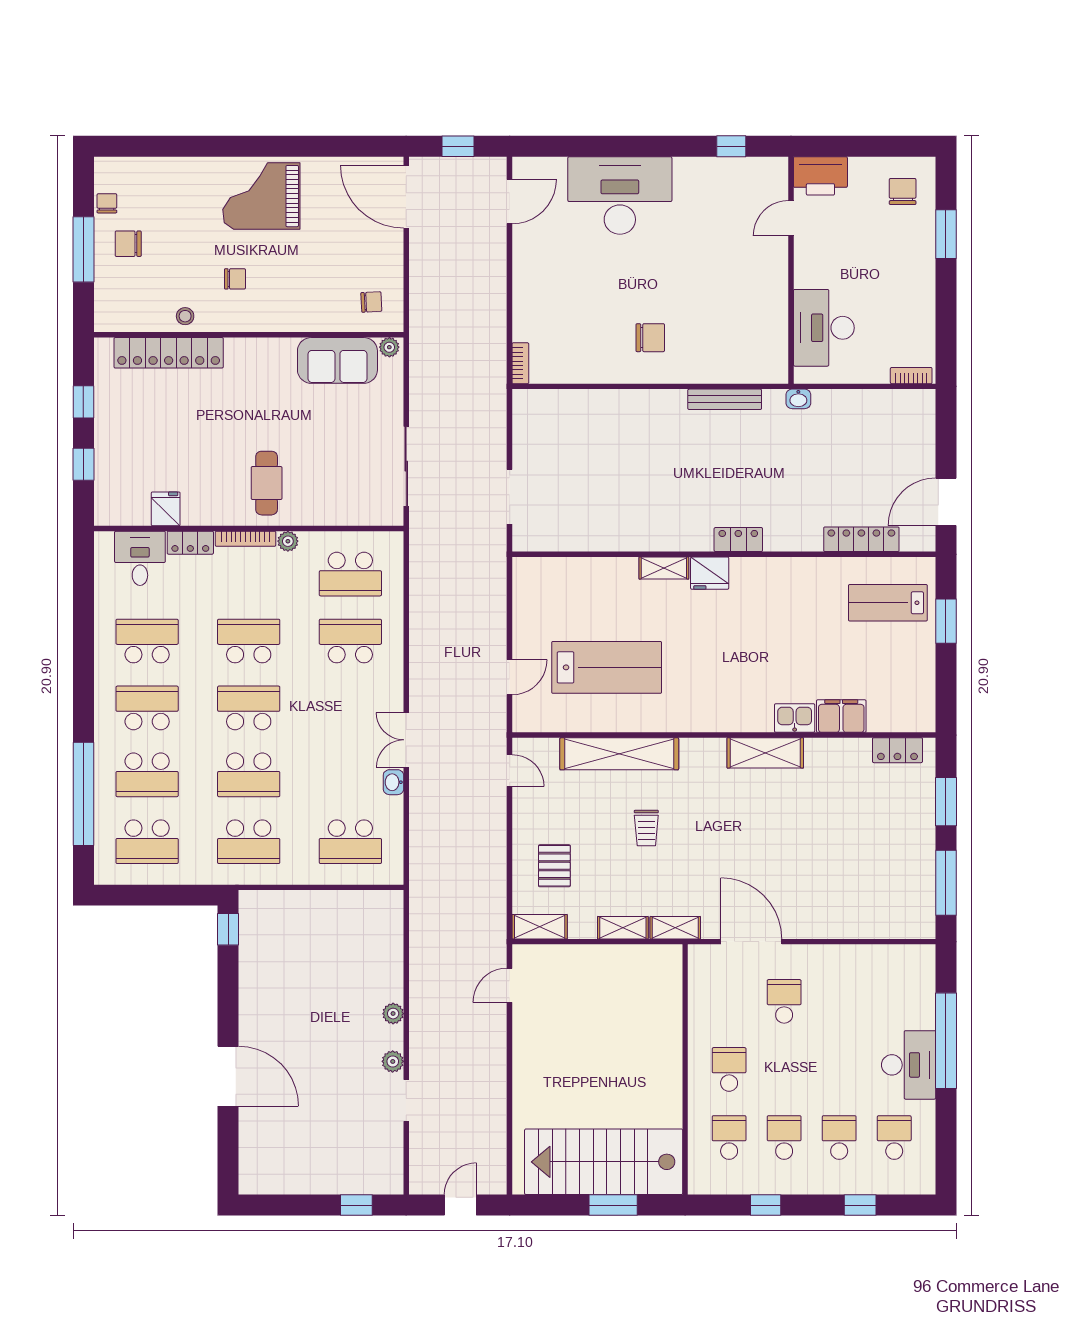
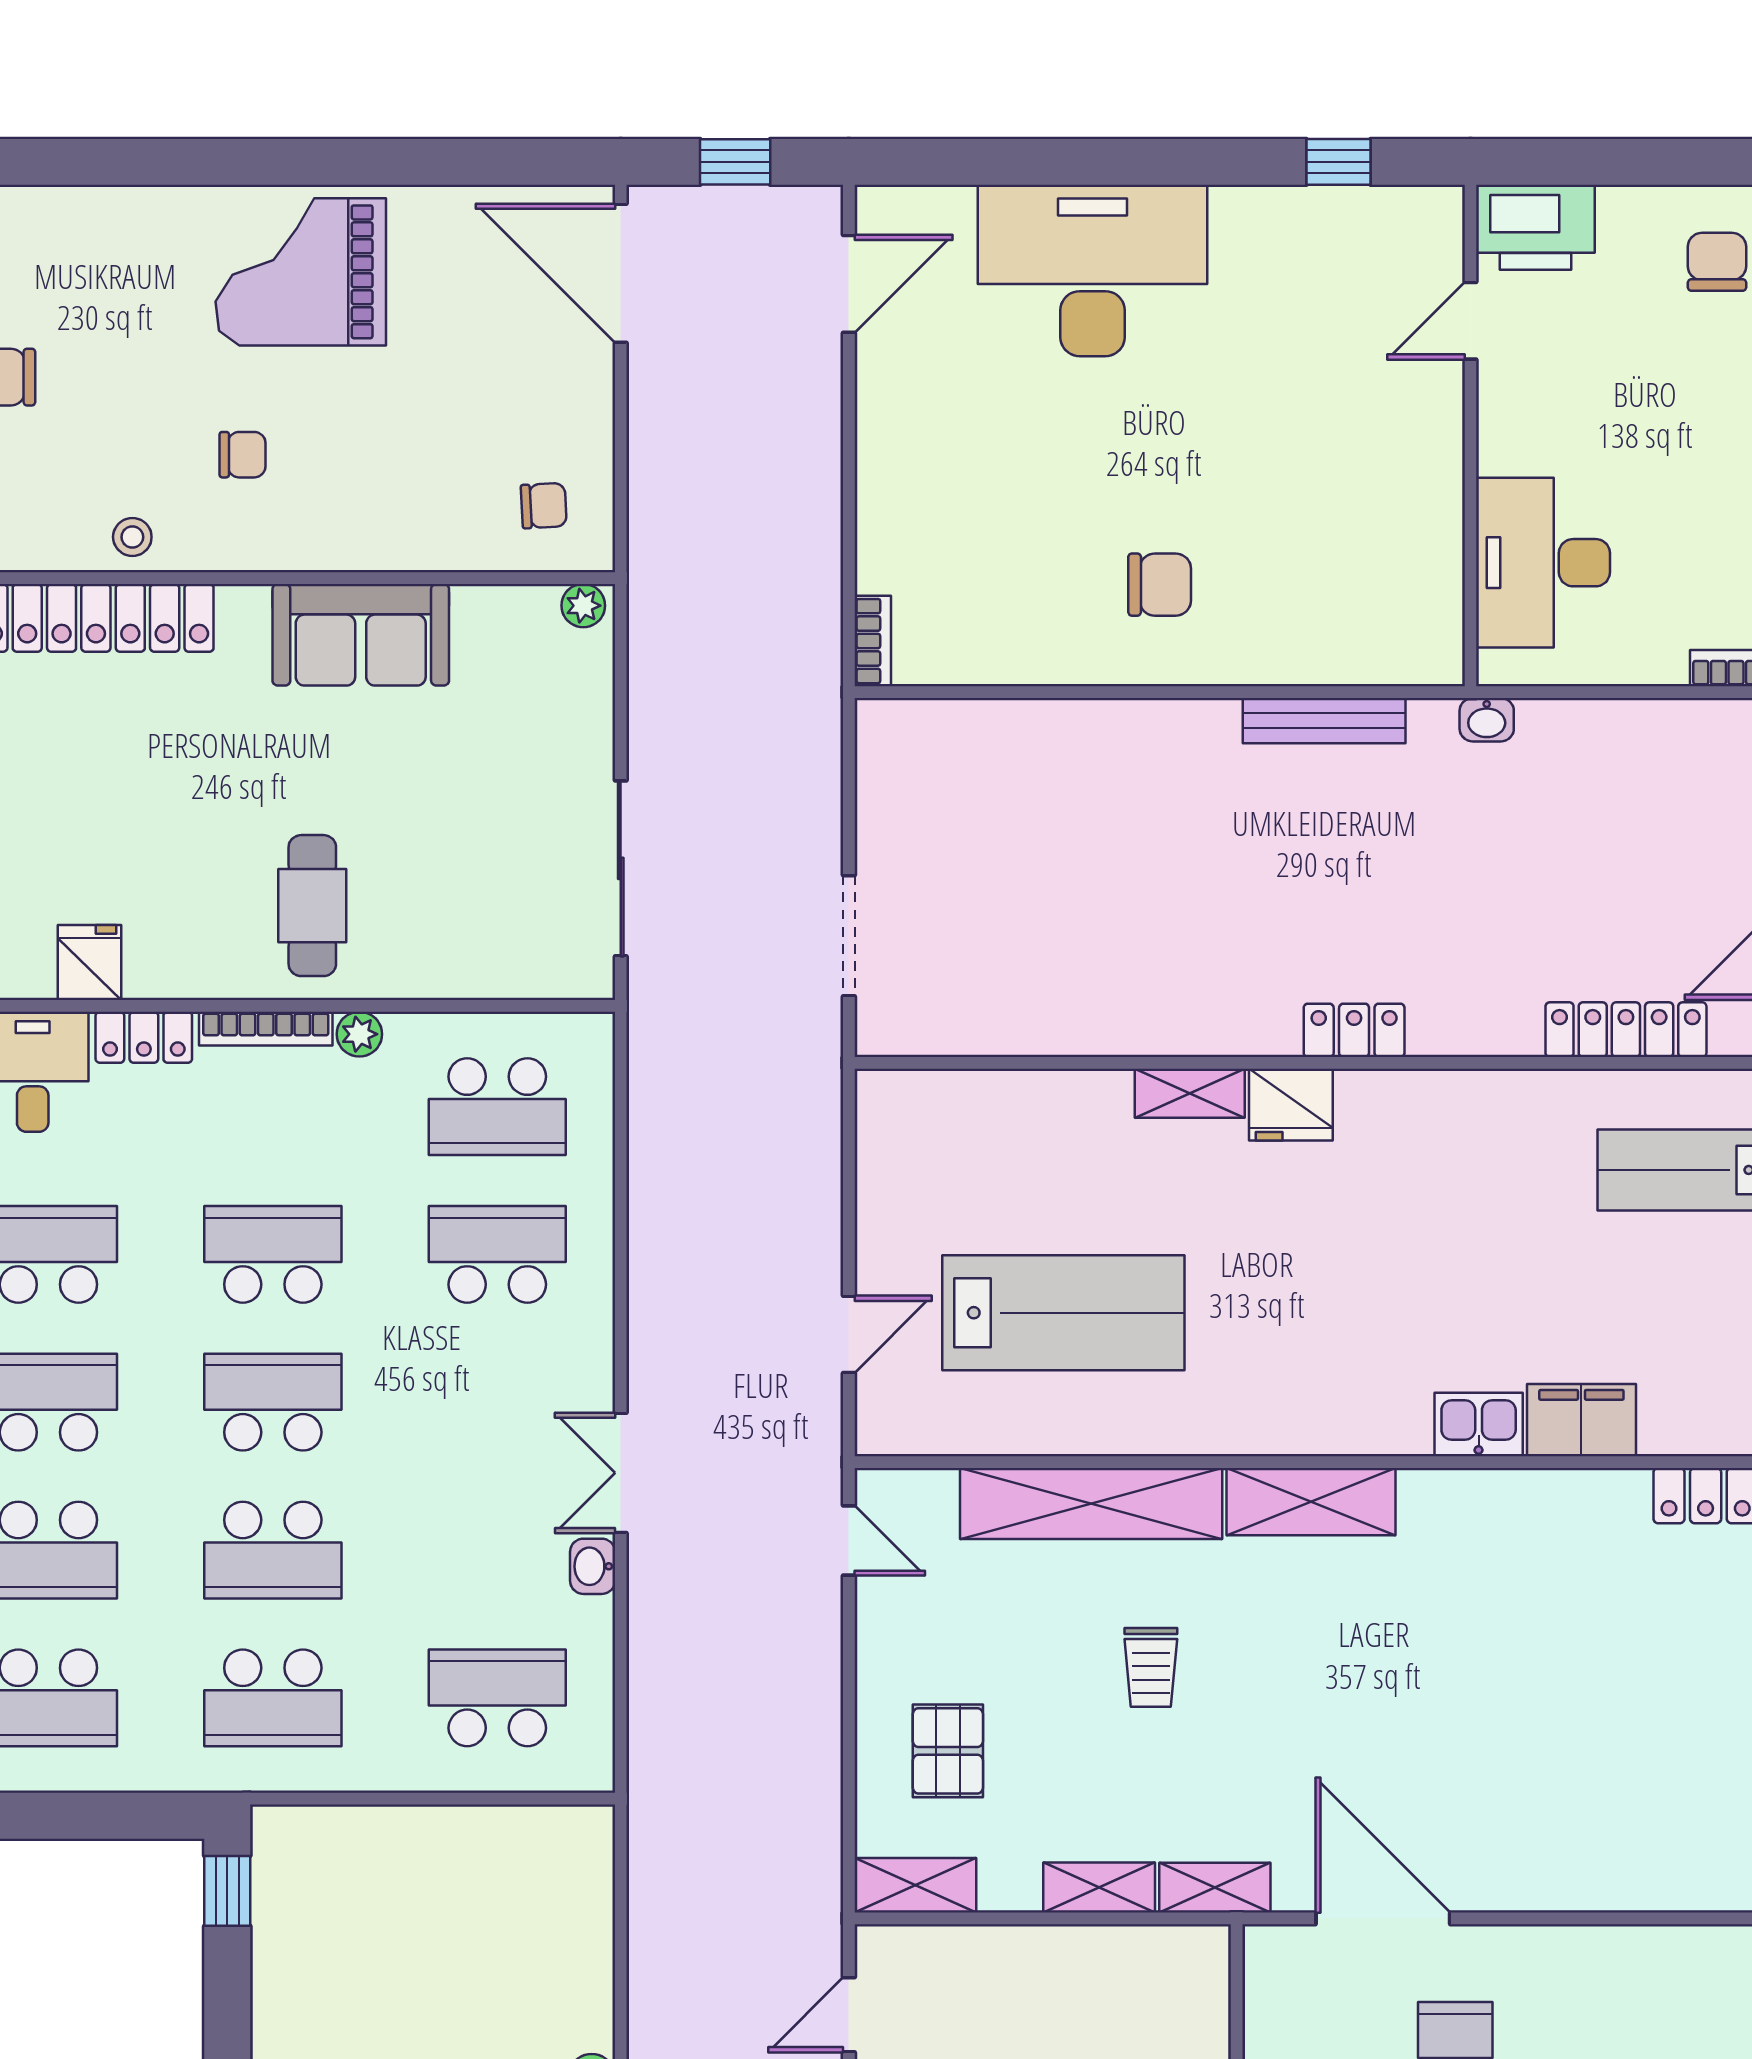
sofa: (337, 360) -> (361, 635), moved
shelving: (765, 753) -> (1311, 1502), moved
school desk: (350, 842) -> (497, 1698), turned 180

